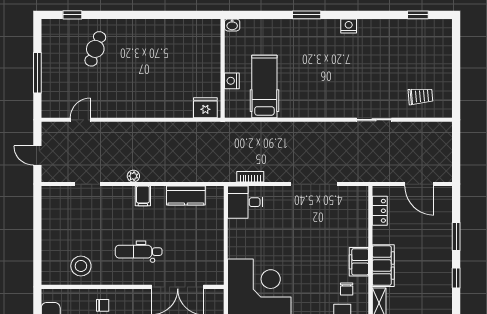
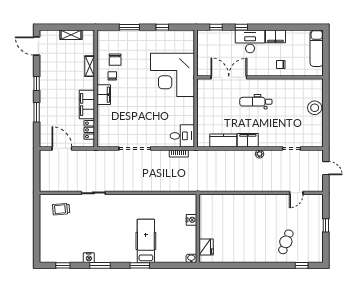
window: (364, 15) -> (100, 265), added
nightstand: (349, 26) -> (89, 258), moved
window: (37, 73) -> (326, 225), width x0.46
hospital bed: (264, 86) -> (146, 241), moved, turned 180
fridge: (205, 108) -> (206, 247), moved, turned -90
filing cabinet: (143, 196) -> (248, 140), width x2.00
dental chair: (139, 252) -> (256, 102), turned 180
stool: (81, 266) -> (315, 108), moved
filing cabinet: (383, 266) -> (87, 104), moved

